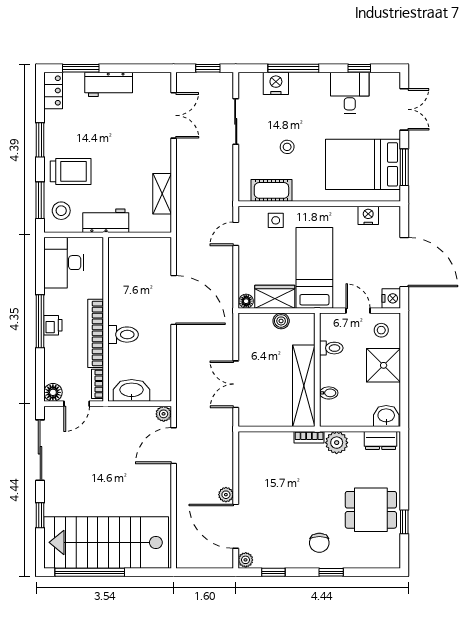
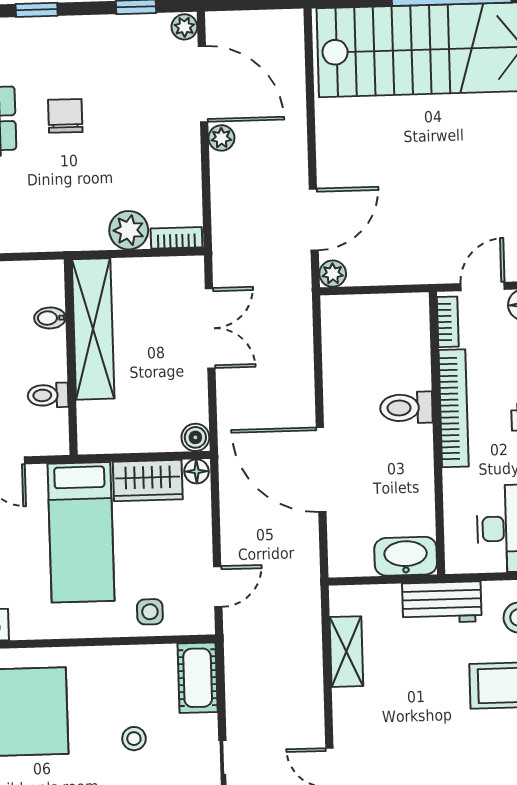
cot: (271, 190) -> (198, 678), moved, turned 90
boiler: (281, 321) -> (195, 437), moved
washbasin: (132, 390) -> (406, 556), moved, turned 180
bookcase: (309, 437) -> (176, 238), moved
plant: (337, 443) -> (129, 230), moved
chair: (319, 543) -> (65, 116), moved

